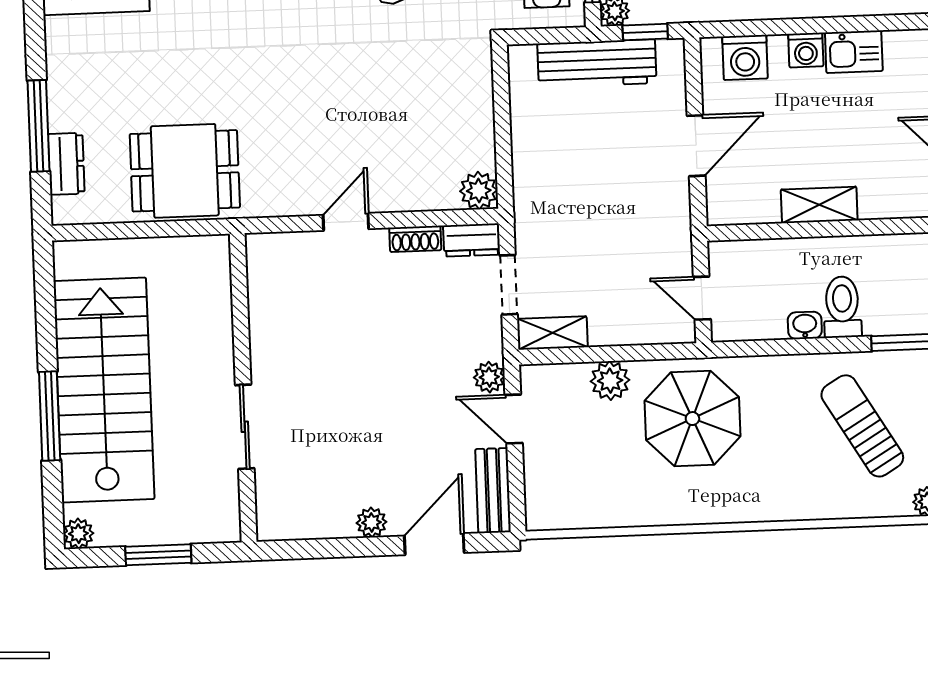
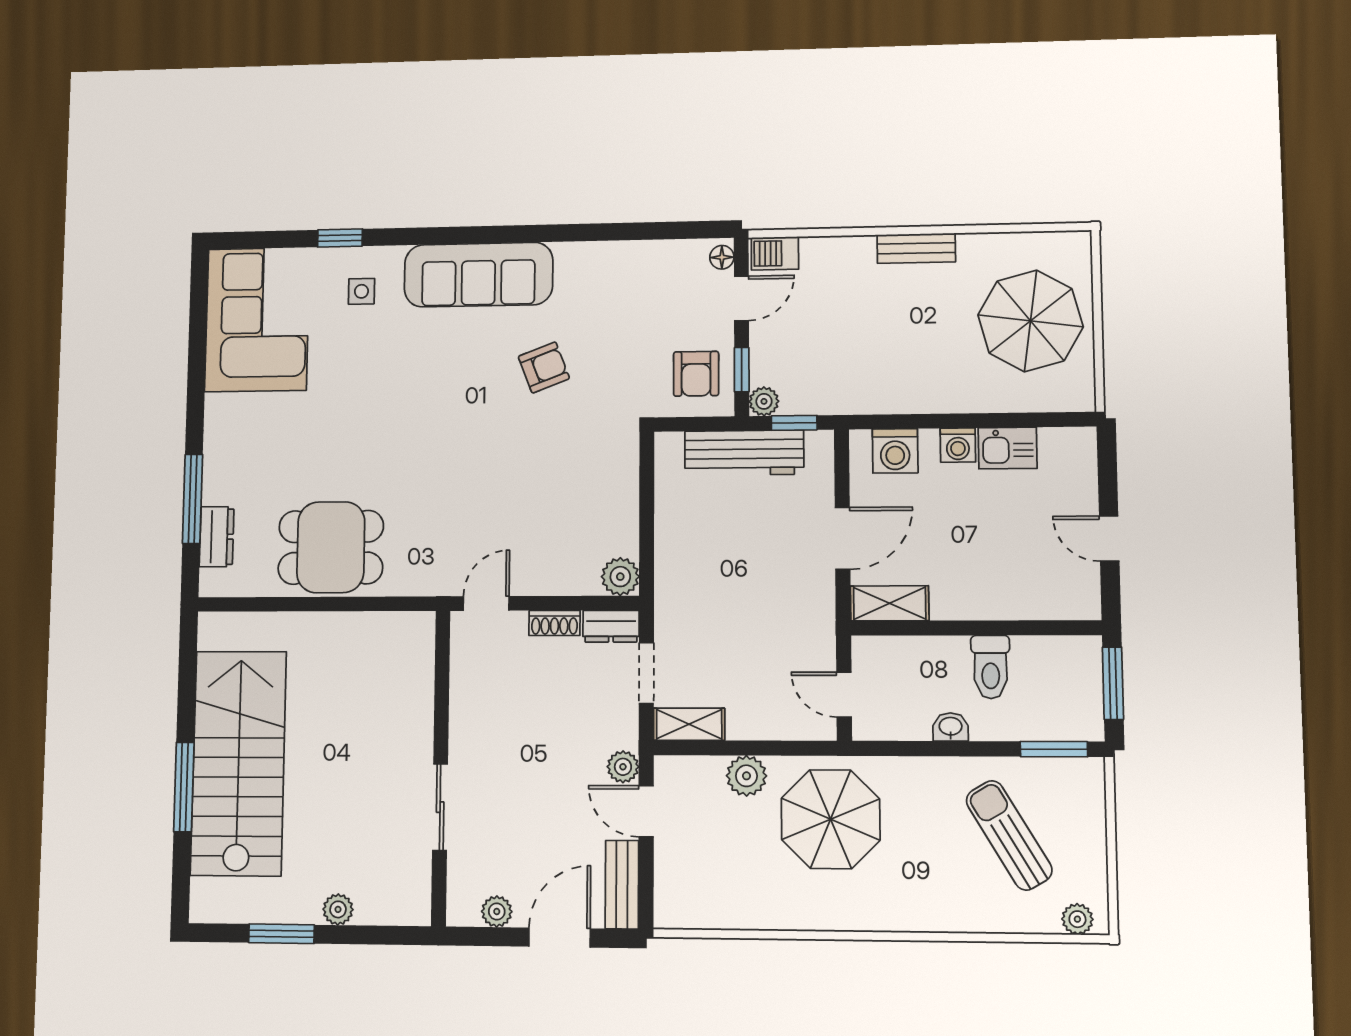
shelving: (819, 205) -> (890, 603), moved
toilet: (842, 307) -> (991, 667), moved, turned 180
wall: (243, 388) -> (441, 767), moved
sliding door: (245, 427) -> (440, 807), moved
plant: (78, 534) -> (338, 909), moved

